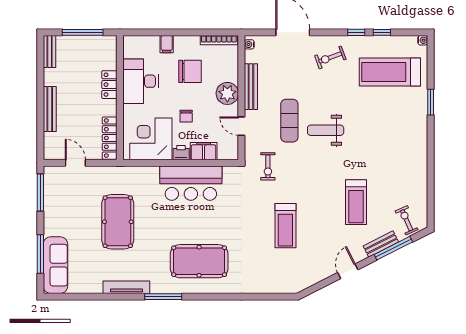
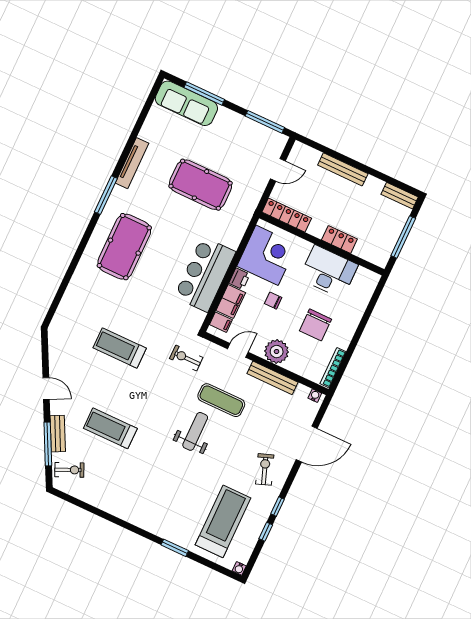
filing cabinet: (167, 44) -> (221, 322), moved, turned 180

